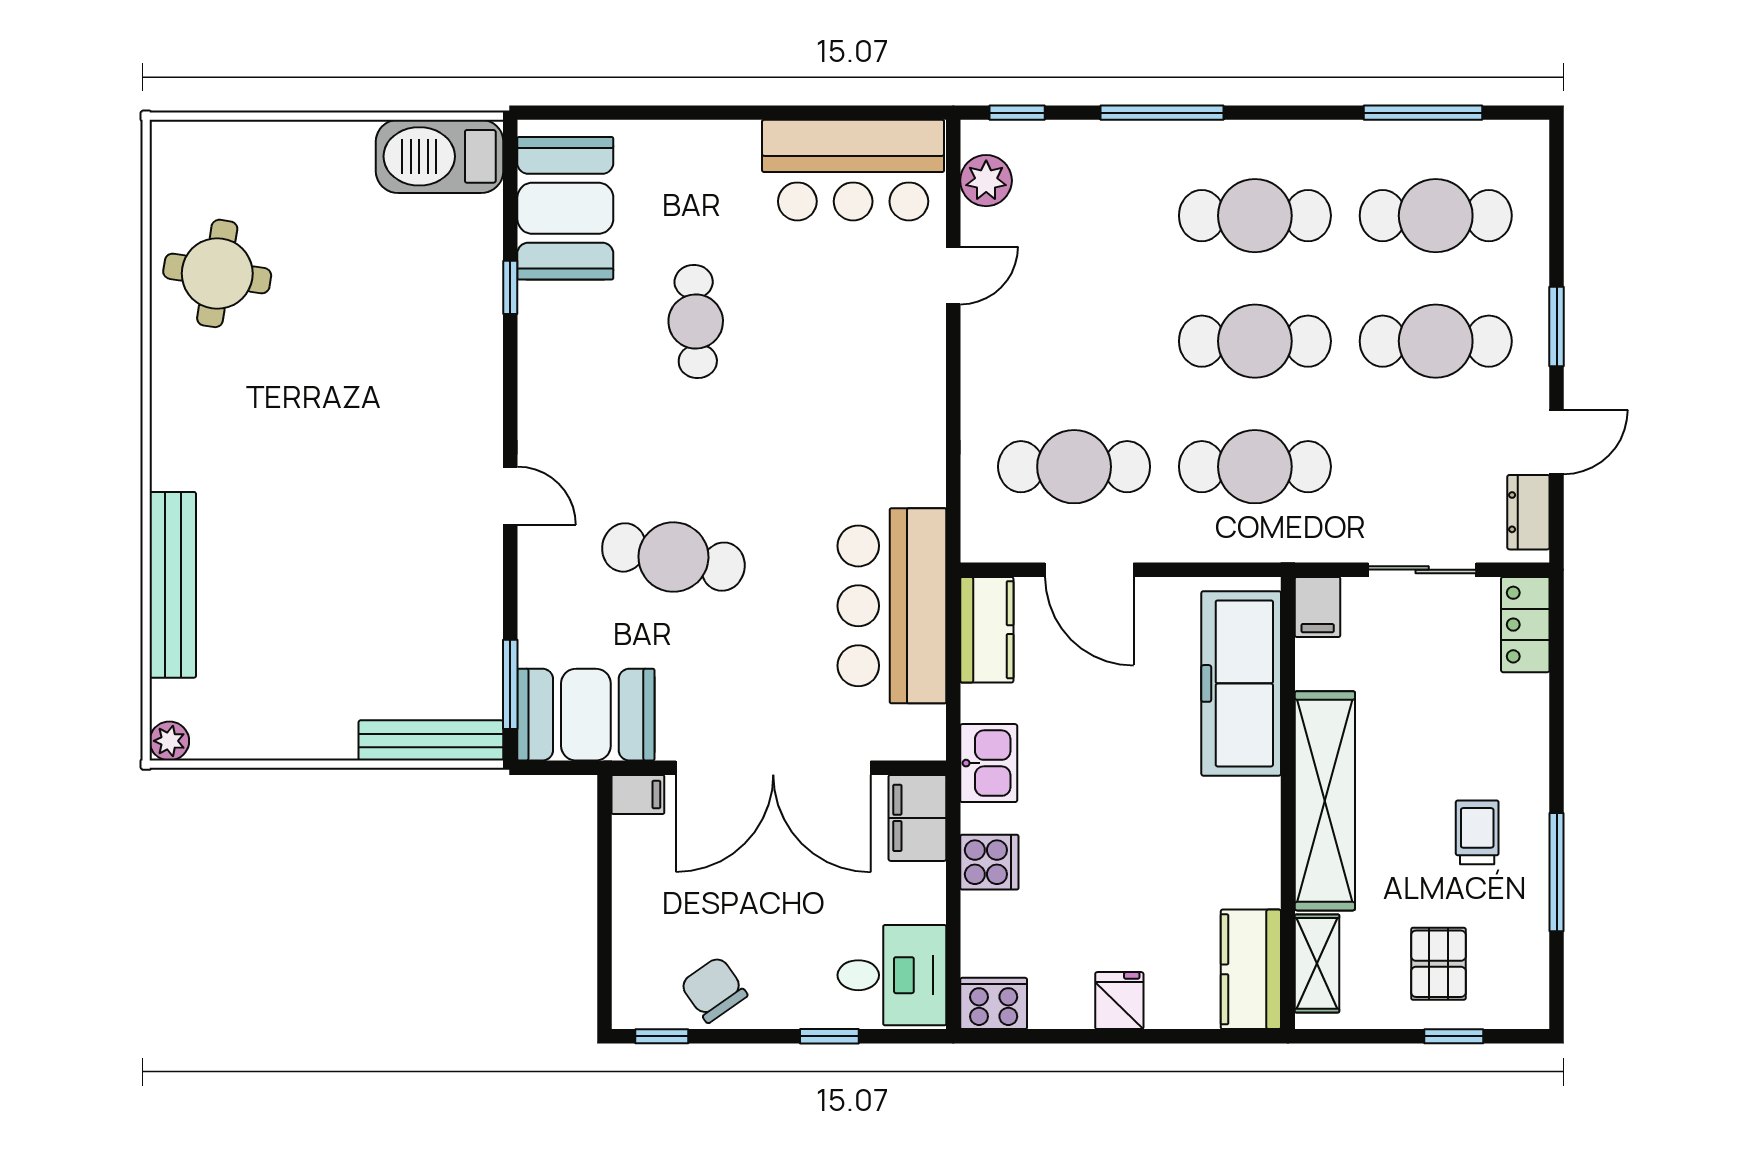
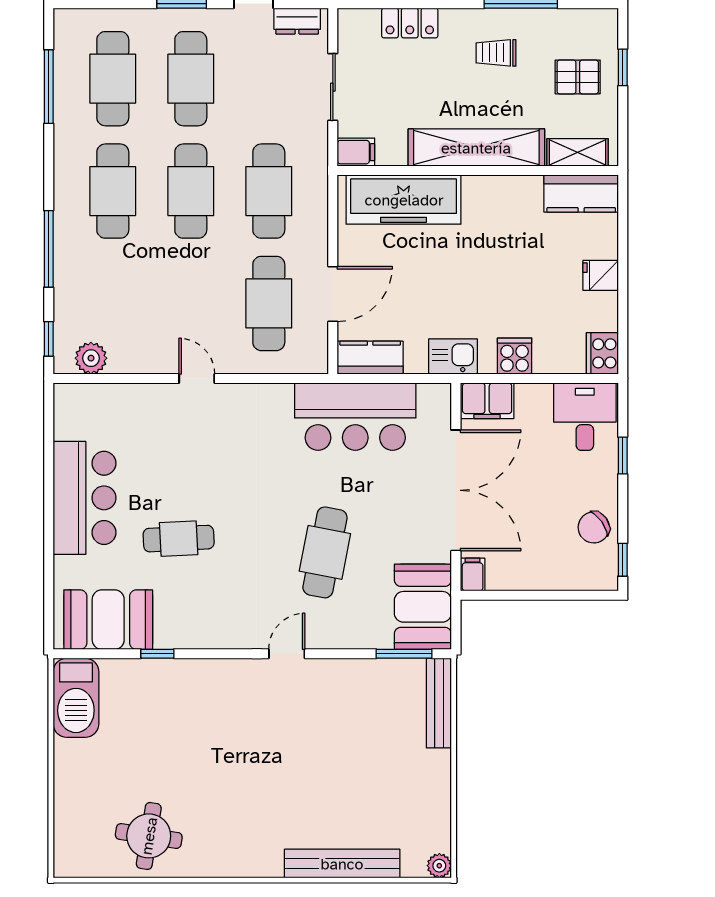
bar counter: (853, 170) -> (85, 498), moved
door: (953, 275) -> (197, 379), moved
locker: (1525, 625) -> (410, 23), moved

